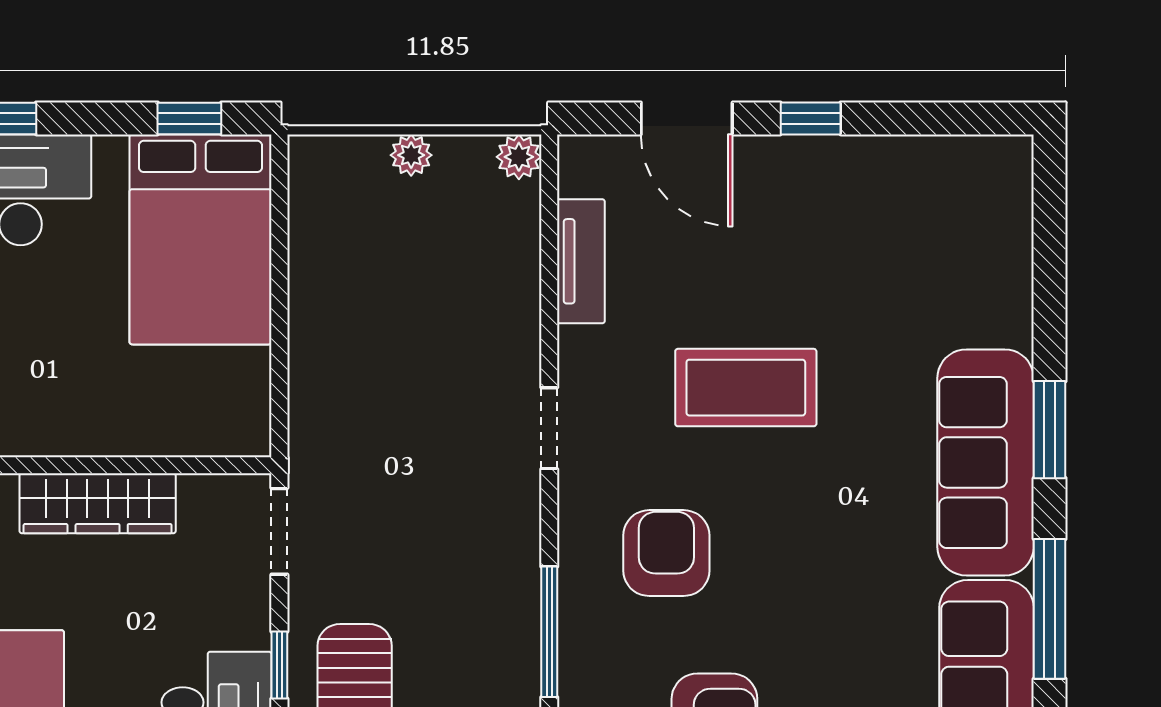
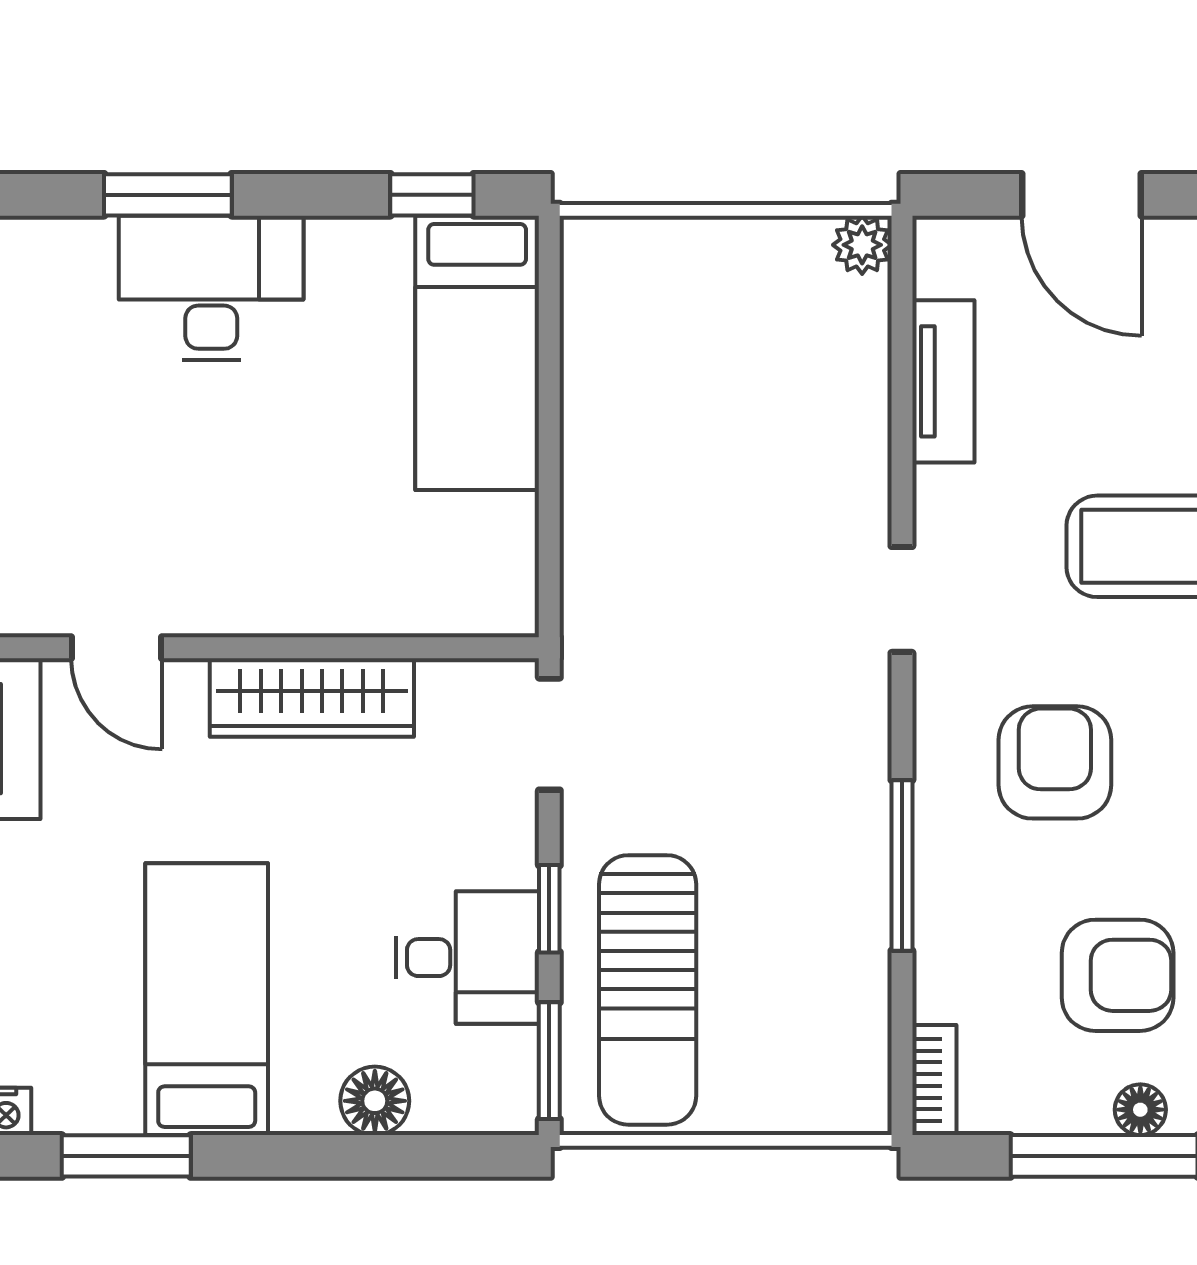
plant: (411, 155) -> (721, 243), removed
bed: (200, 239) -> (477, 353), width x0.67

